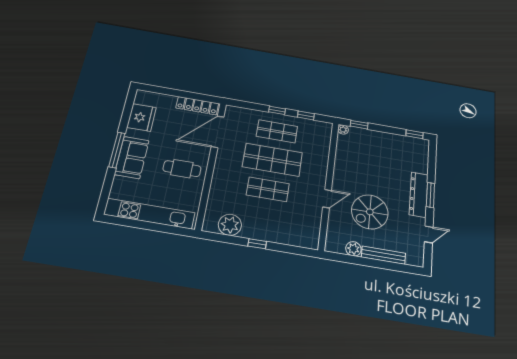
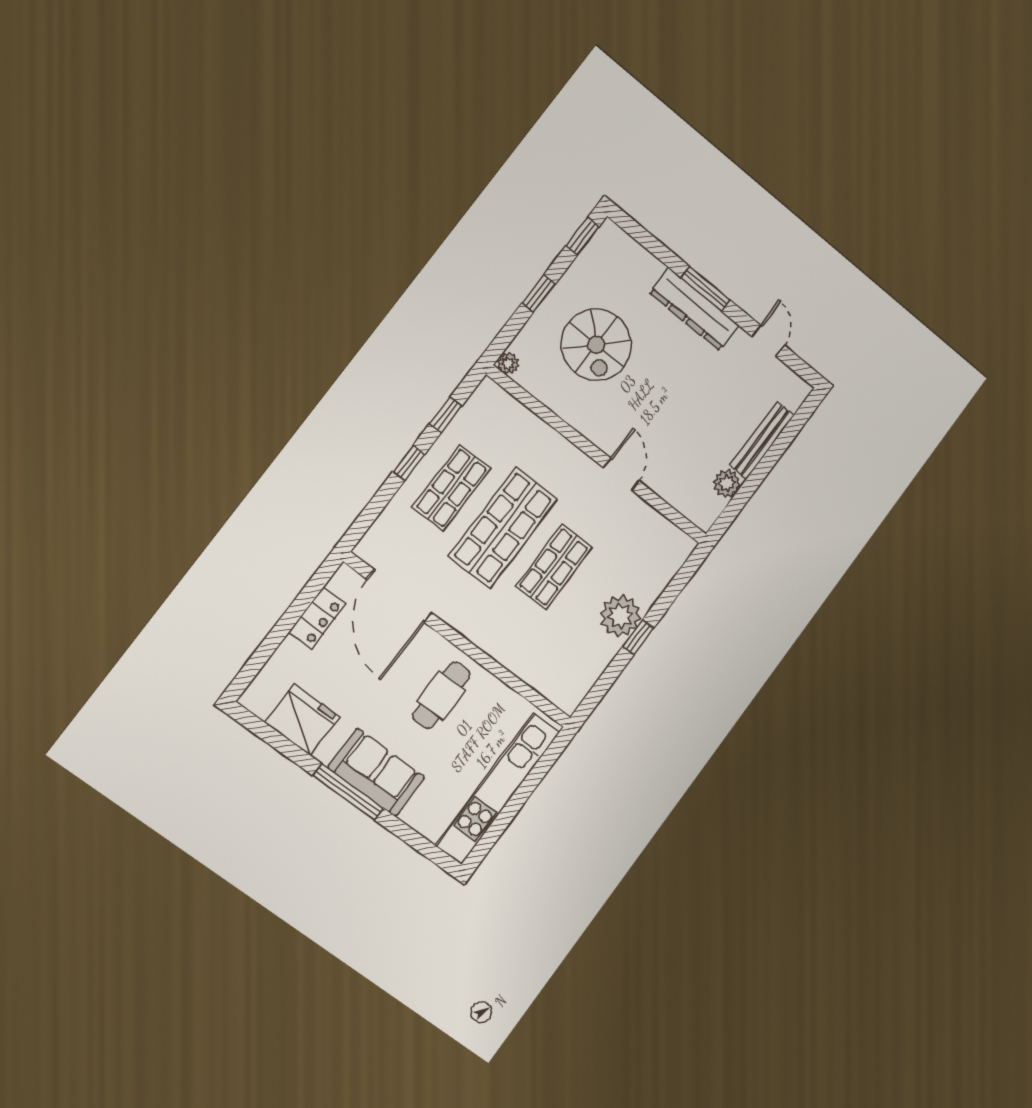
locker: (197, 106) -> (317, 618), width x0.66
window: (359, 125) -> (539, 293), moved
spiral stairs: (370, 212) -> (596, 345), moved
plant: (230, 225) -> (620, 616), moved

